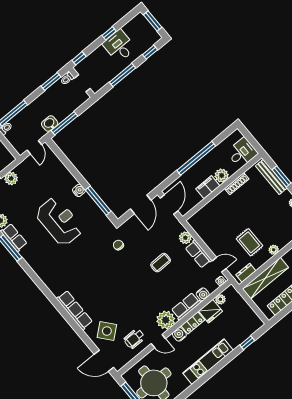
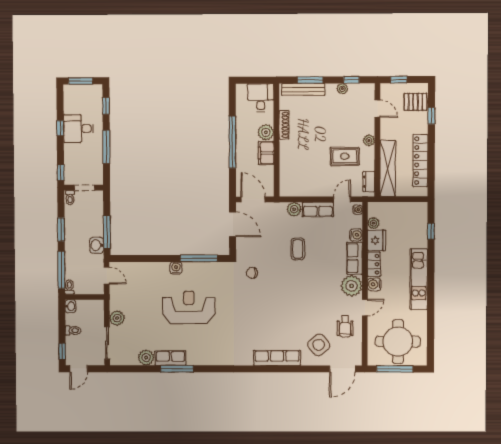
window: (51, 82) -> (61, 229), moved

